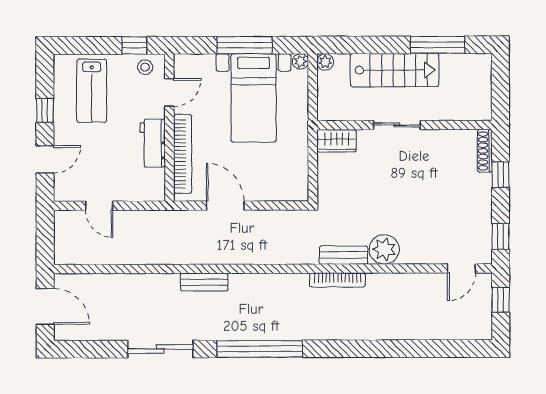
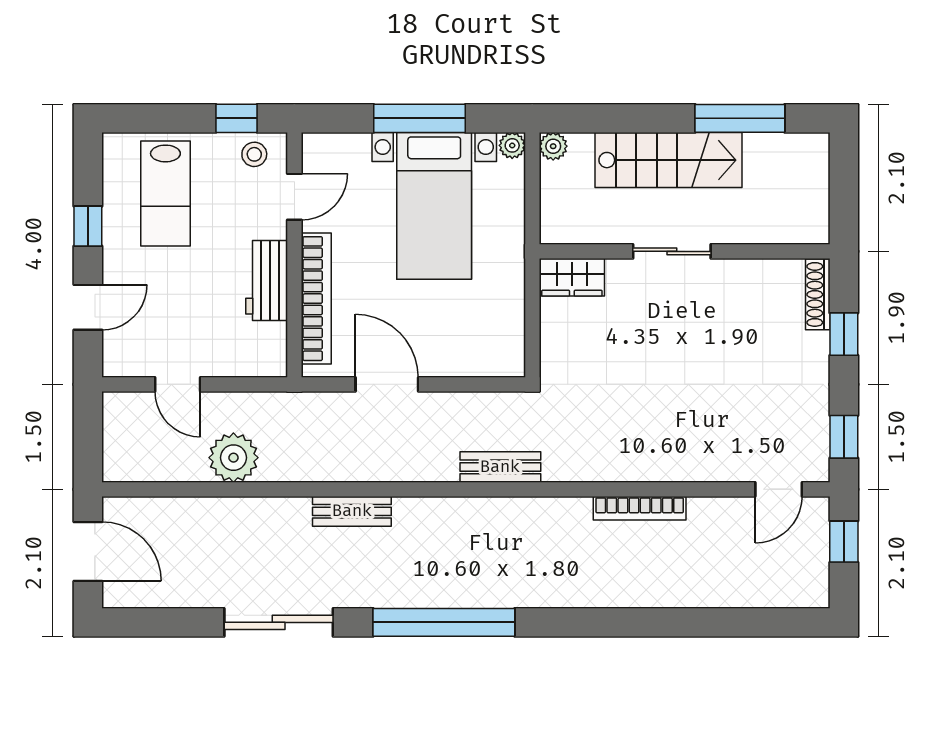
plant: (384, 249) -> (233, 458), moved
bench: (344, 255) -> (500, 467), moved
bookcase: (337, 280) -> (640, 508), moved

